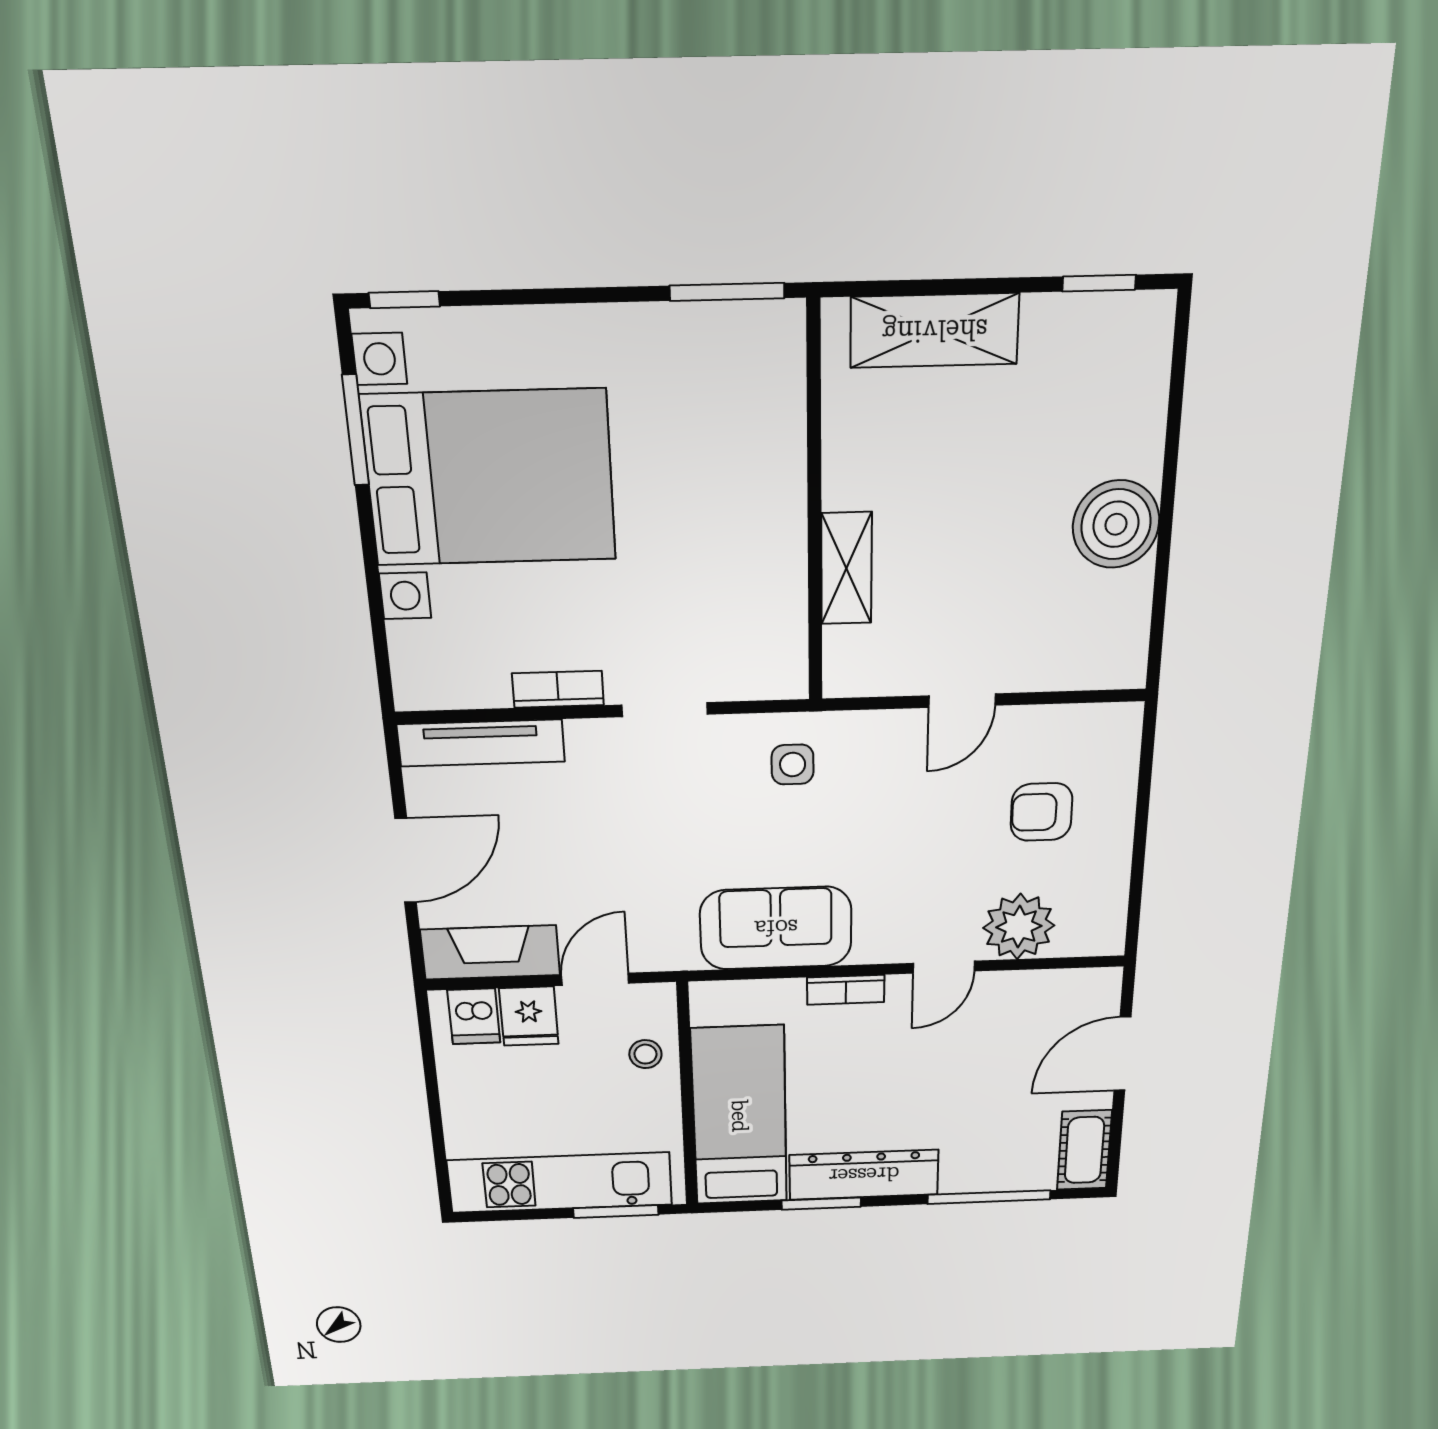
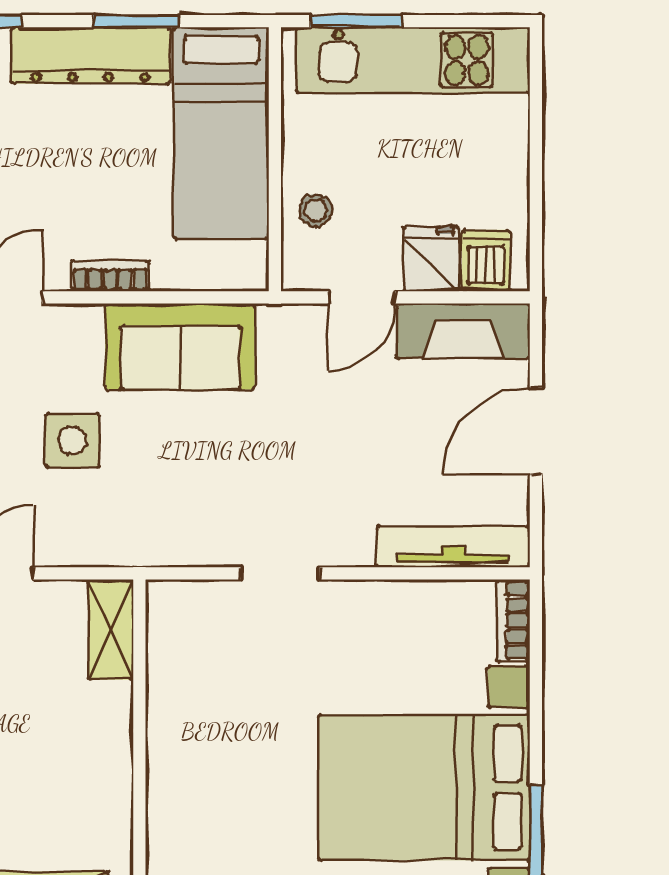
shelving: (846, 568) -> (111, 629), moved
bookcase: (558, 689) -> (513, 621), moved, turned 90
side table: (793, 765) -> (72, 440), moved, width x1.37, depth x1.37

